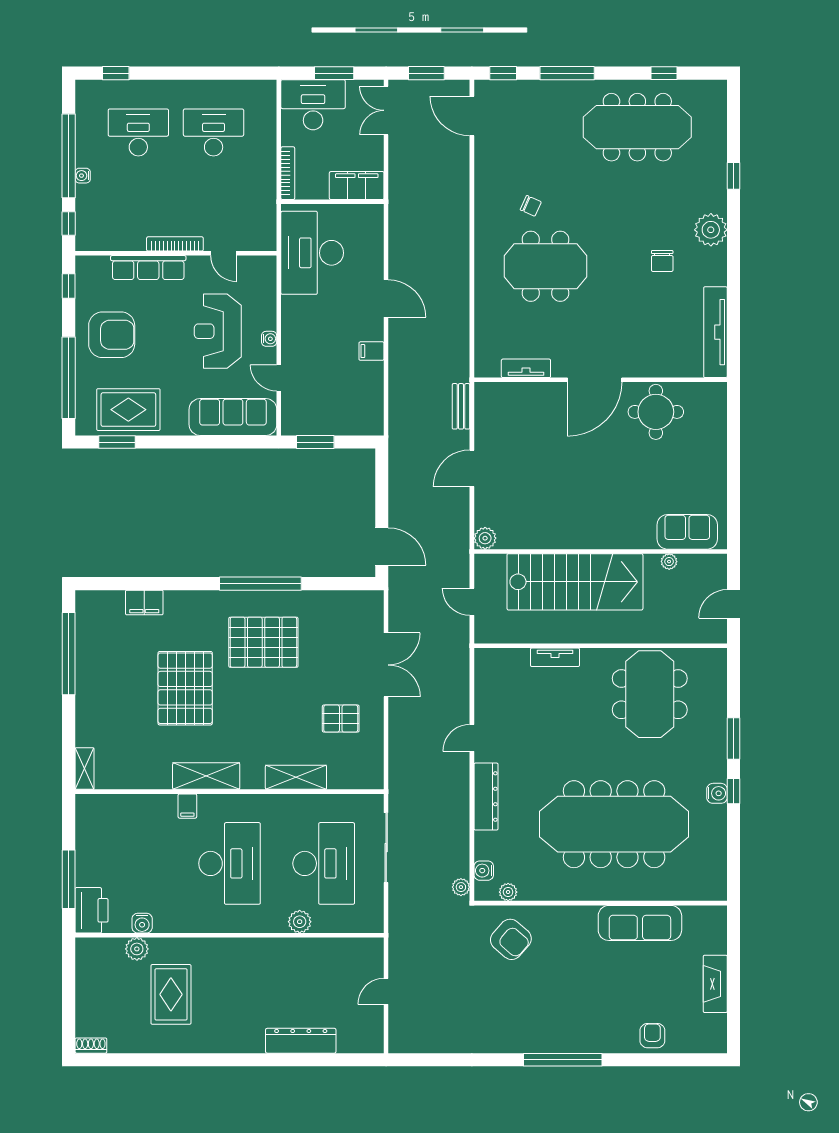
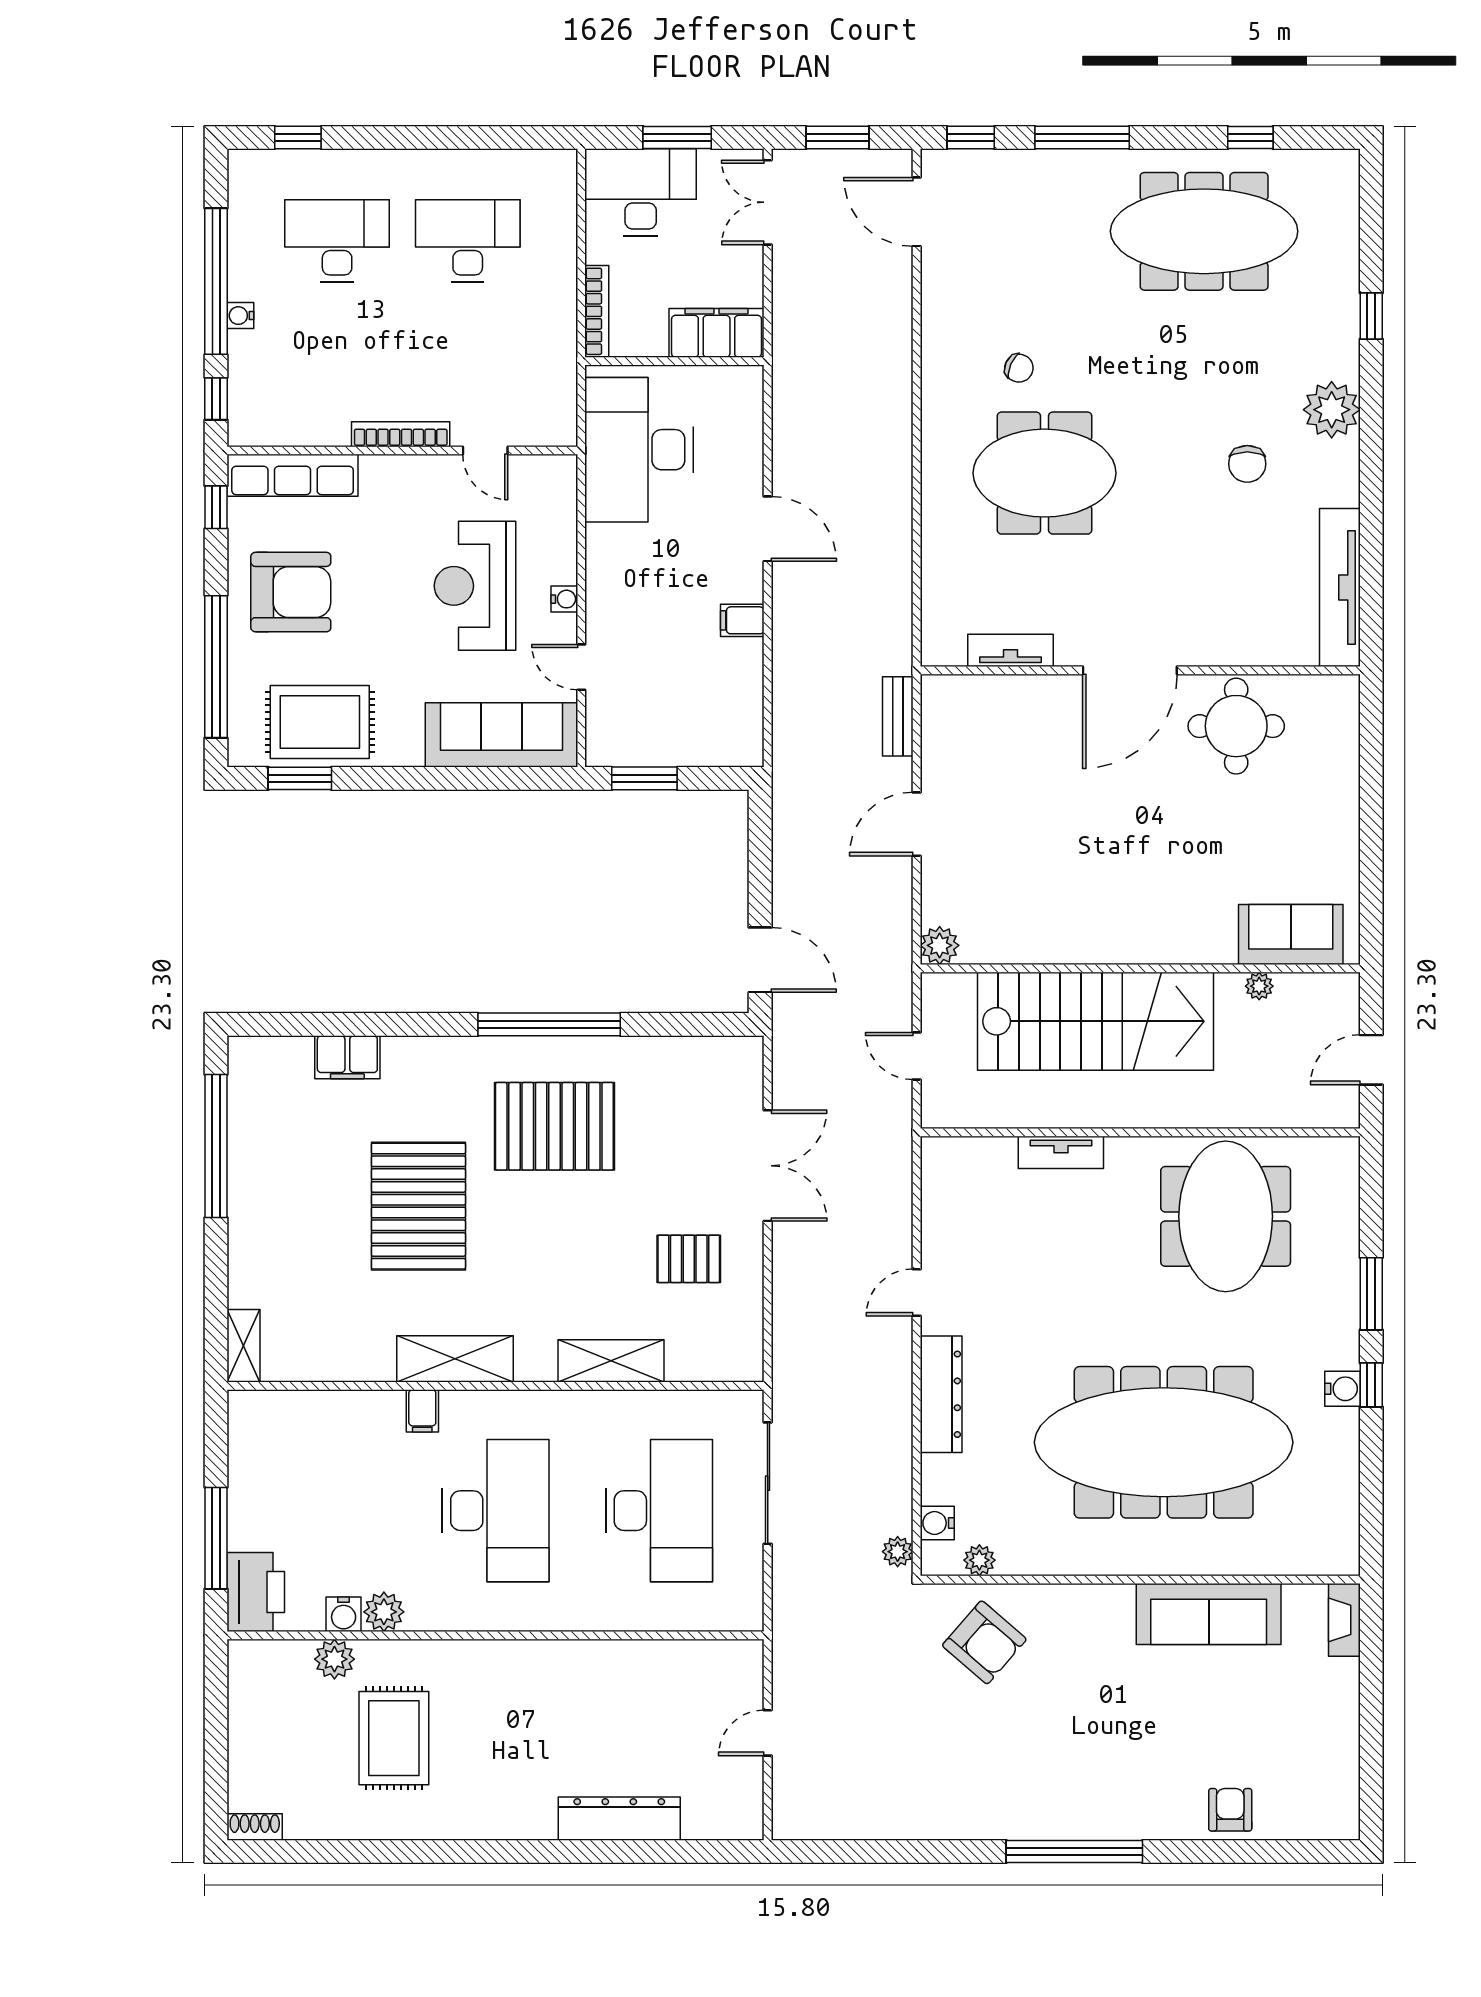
row of seats: (148, 268) -> (293, 475), moved
plant: (300, 922) -> (384, 1612), moved
fireplace: (715, 984) -> (1344, 1620), moved, width x0.73, depth x0.76

